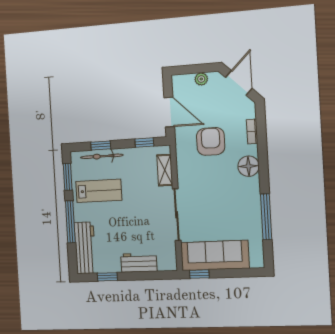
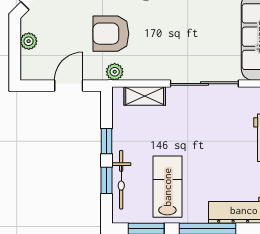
door: (169, 112) -> (69, 86), width x0.73
window: (144, 143) -> (107, 141), moved
plant: (182, 146) -> (115, 72), added

